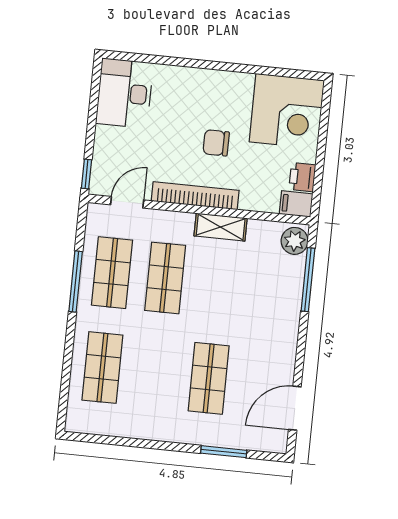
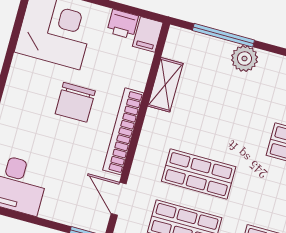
chair: (216, 143) -> (75, 102), width x1.37, depth x1.37
shelving: (221, 227) -> (165, 85), moved
plant: (295, 241) -> (244, 59), moved

